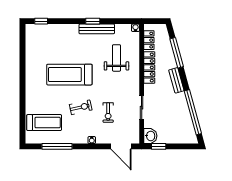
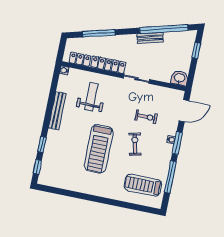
window: (93, 21) -> (42, 144), moved
weight bench: (116, 58) -> (91, 97), turned 90
bench: (176, 80) -> (150, 38), moved
sliding door: (142, 108) -> (136, 79), moved
treadmill: (44, 123) -> (143, 185), turned -90
window: (90, 146) -> (177, 143), added
window: (159, 146) -> (196, 50), moved

